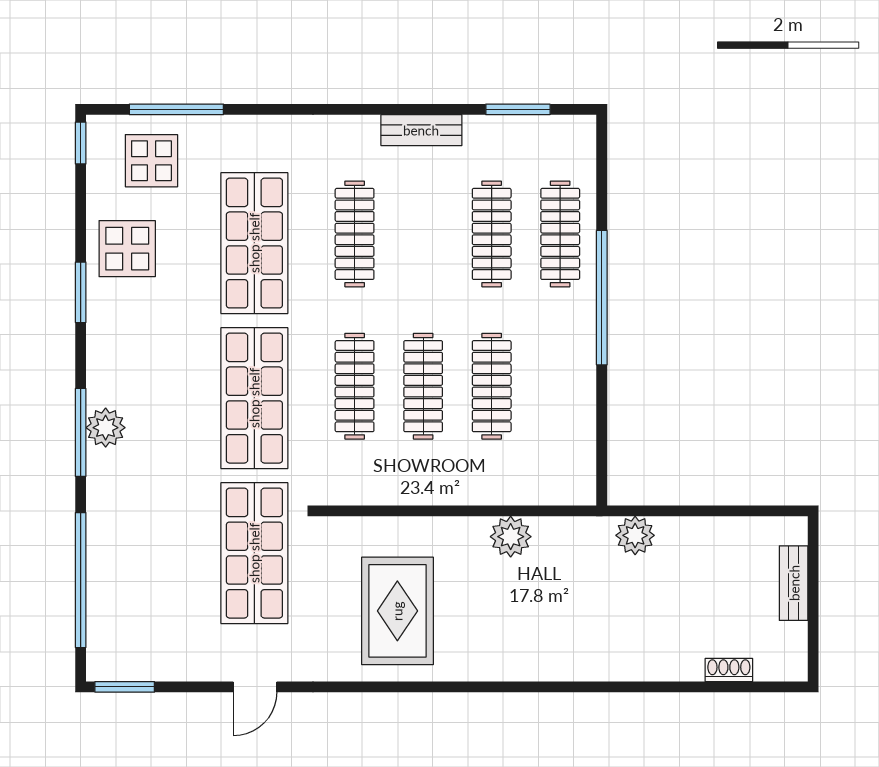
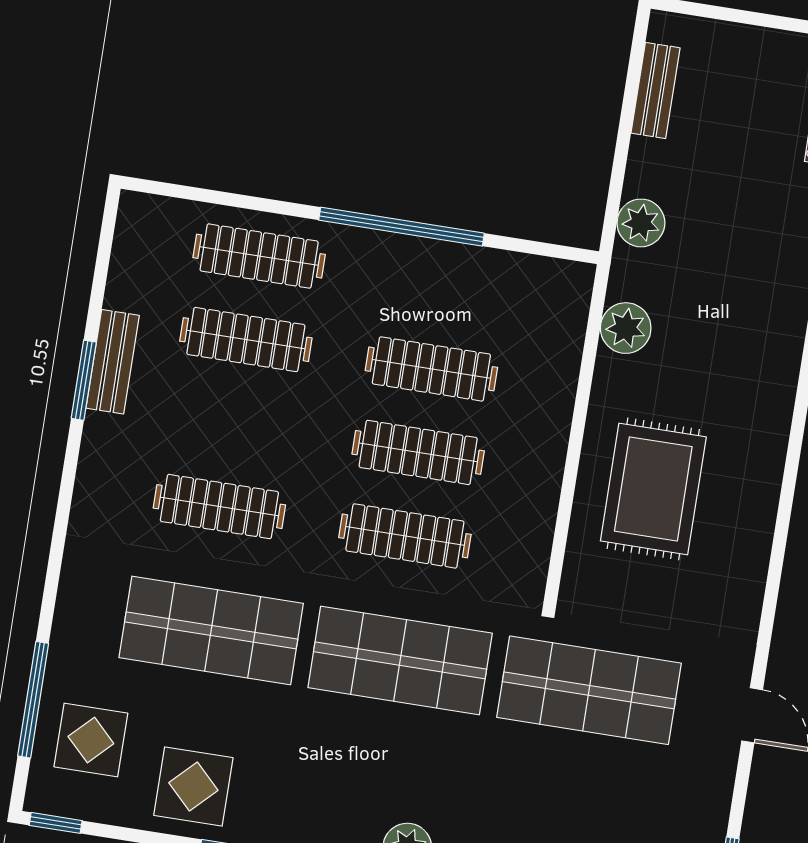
window: (518, 109) -> (84, 380), moved
bench: (421, 130) -> (113, 362), moved
window: (602, 298) -> (401, 227), moved
plant: (511, 537) -> (626, 328), moved
bench: (794, 583) -> (656, 90), moved, turned 90
rug: (397, 611) -> (653, 489), moved, turned 90

